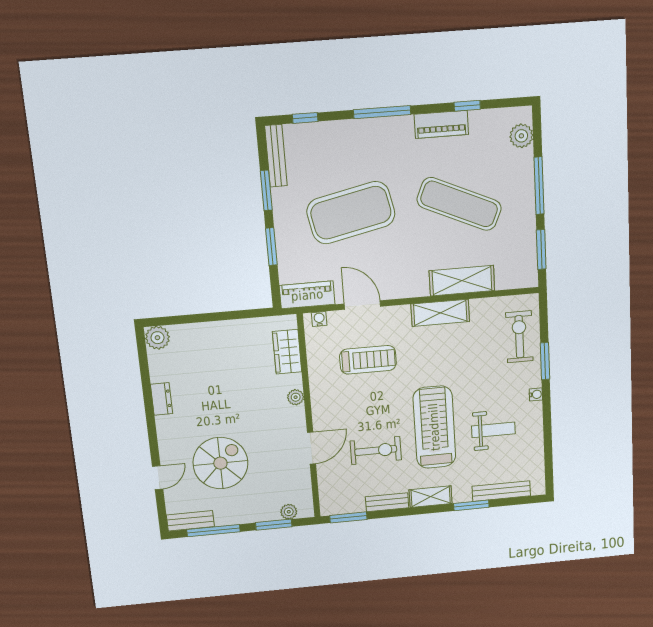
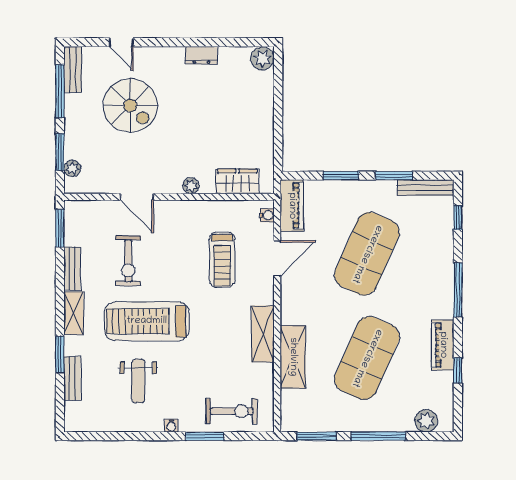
exercise mat: (459, 204) -> (367, 358), width x1.47
exercise mat: (351, 213) -> (367, 254), turned 36
treadmill: (434, 427) -> (147, 321), turned 180
bench: (501, 491) -> (72, 378), width x0.73

